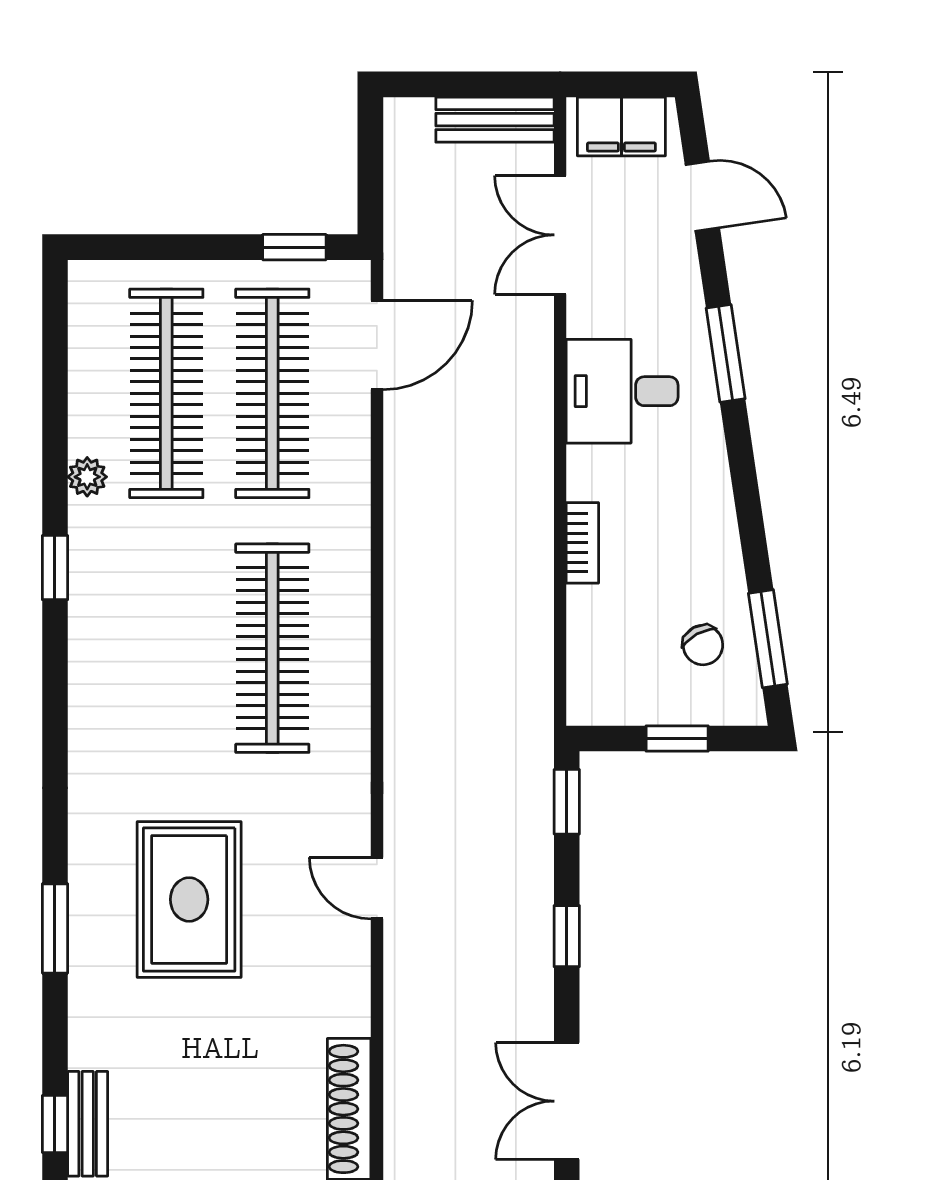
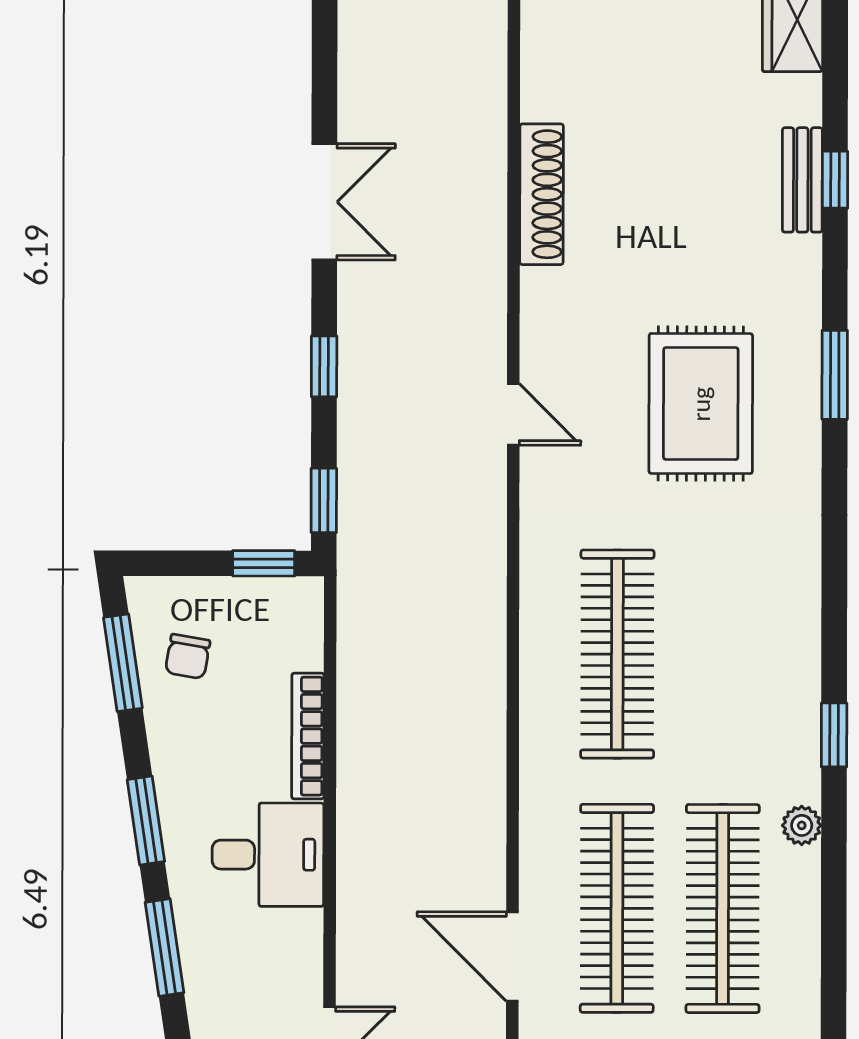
door: (377, 345) -> (512, 956), hinge flipped
desk: (622, 391) -> (268, 855), moved
window: (744, 481) -> (146, 821), added
bookcase: (582, 543) -> (308, 736), width x1.56
chair: (703, 645) -> (188, 657), turned -141
window: (677, 739) -> (264, 563), moved

